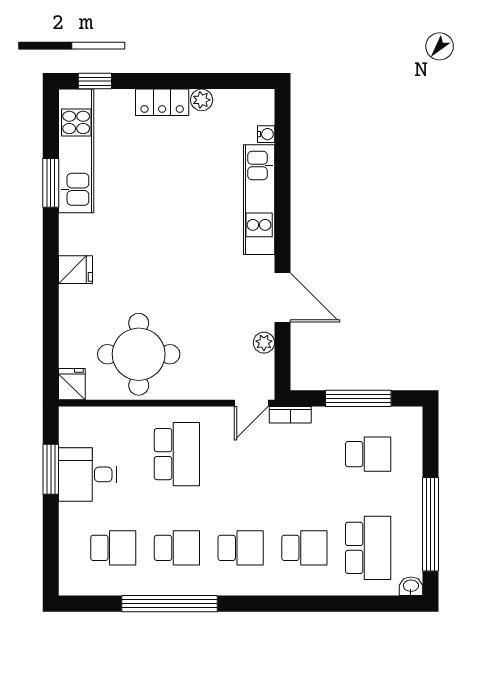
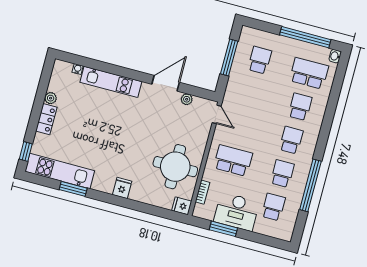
bookcase: (290, 415) -> (202, 192), moved
desk: (88, 474) -> (236, 212), width x1.37

